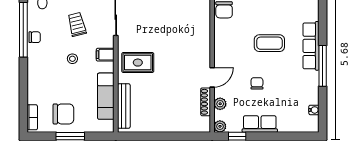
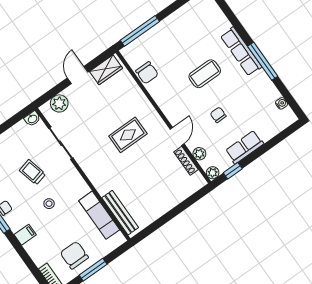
filing cabinet: (105, 55) -> (25, 235), moved, turned 180
rug: (138, 63) -> (128, 135), moved
chair: (63, 114) -> (74, 255), turned -90

